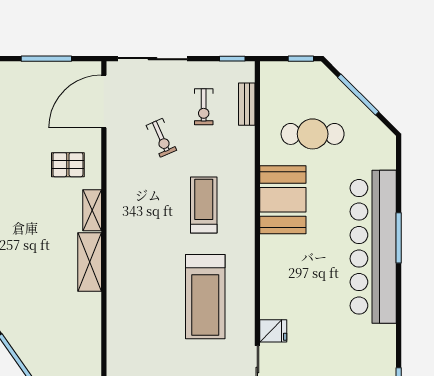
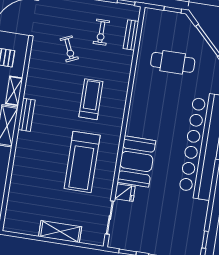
booth: (283, 200) -> (136, 161), moved
bench: (115, 242) -> (27, 115), added

